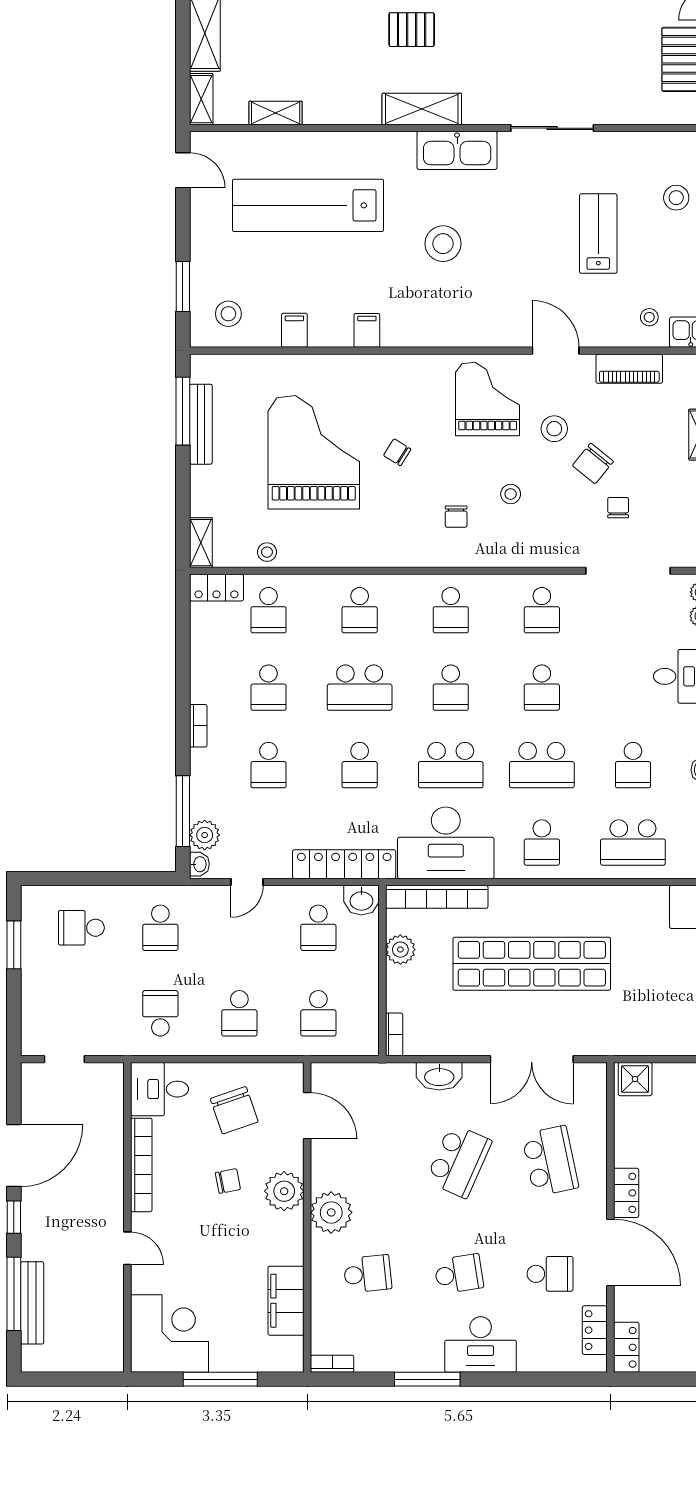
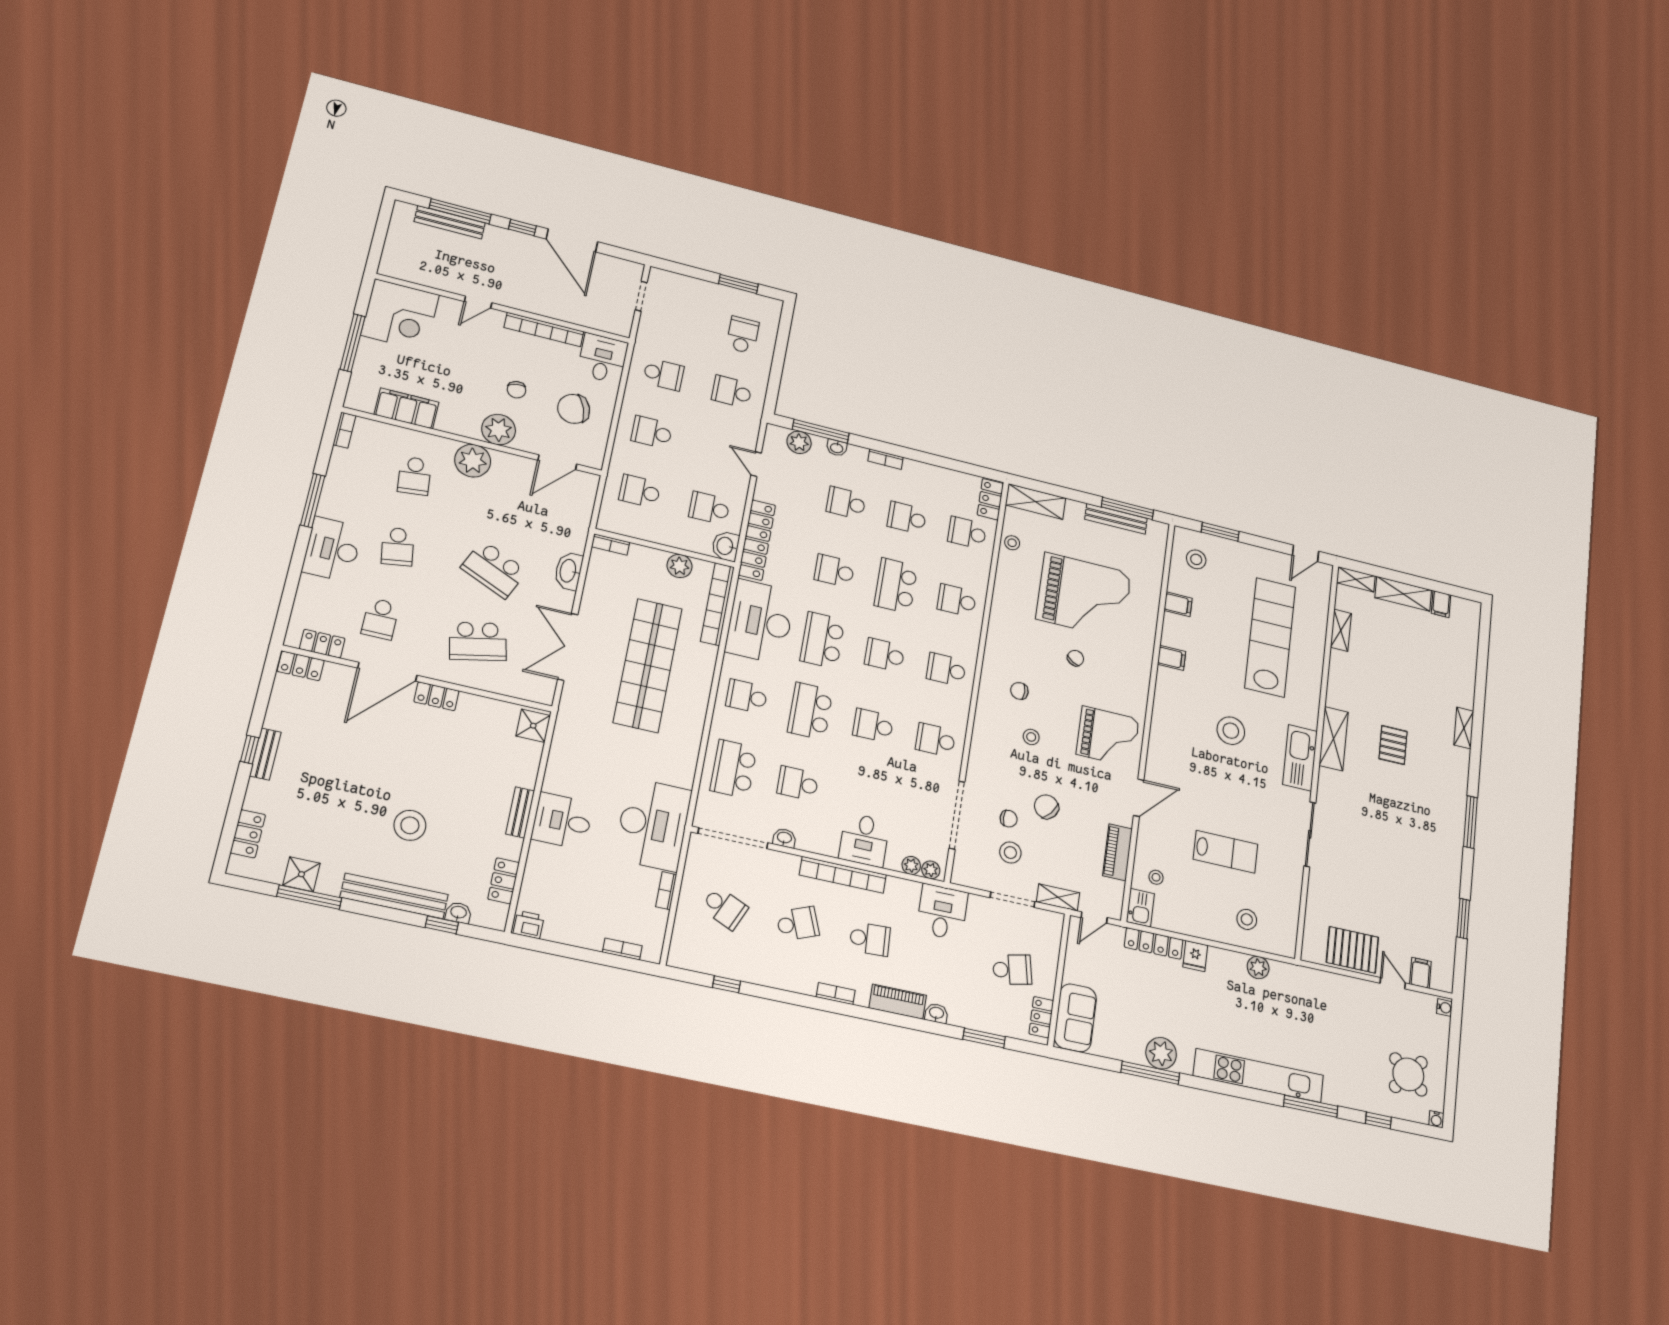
stool: (554, 429) -> (1010, 853), moved
shelving: (201, 543) -> (1036, 502), width x1.50, depth x1.33
washbasin: (199, 864) -> (837, 448), moved

